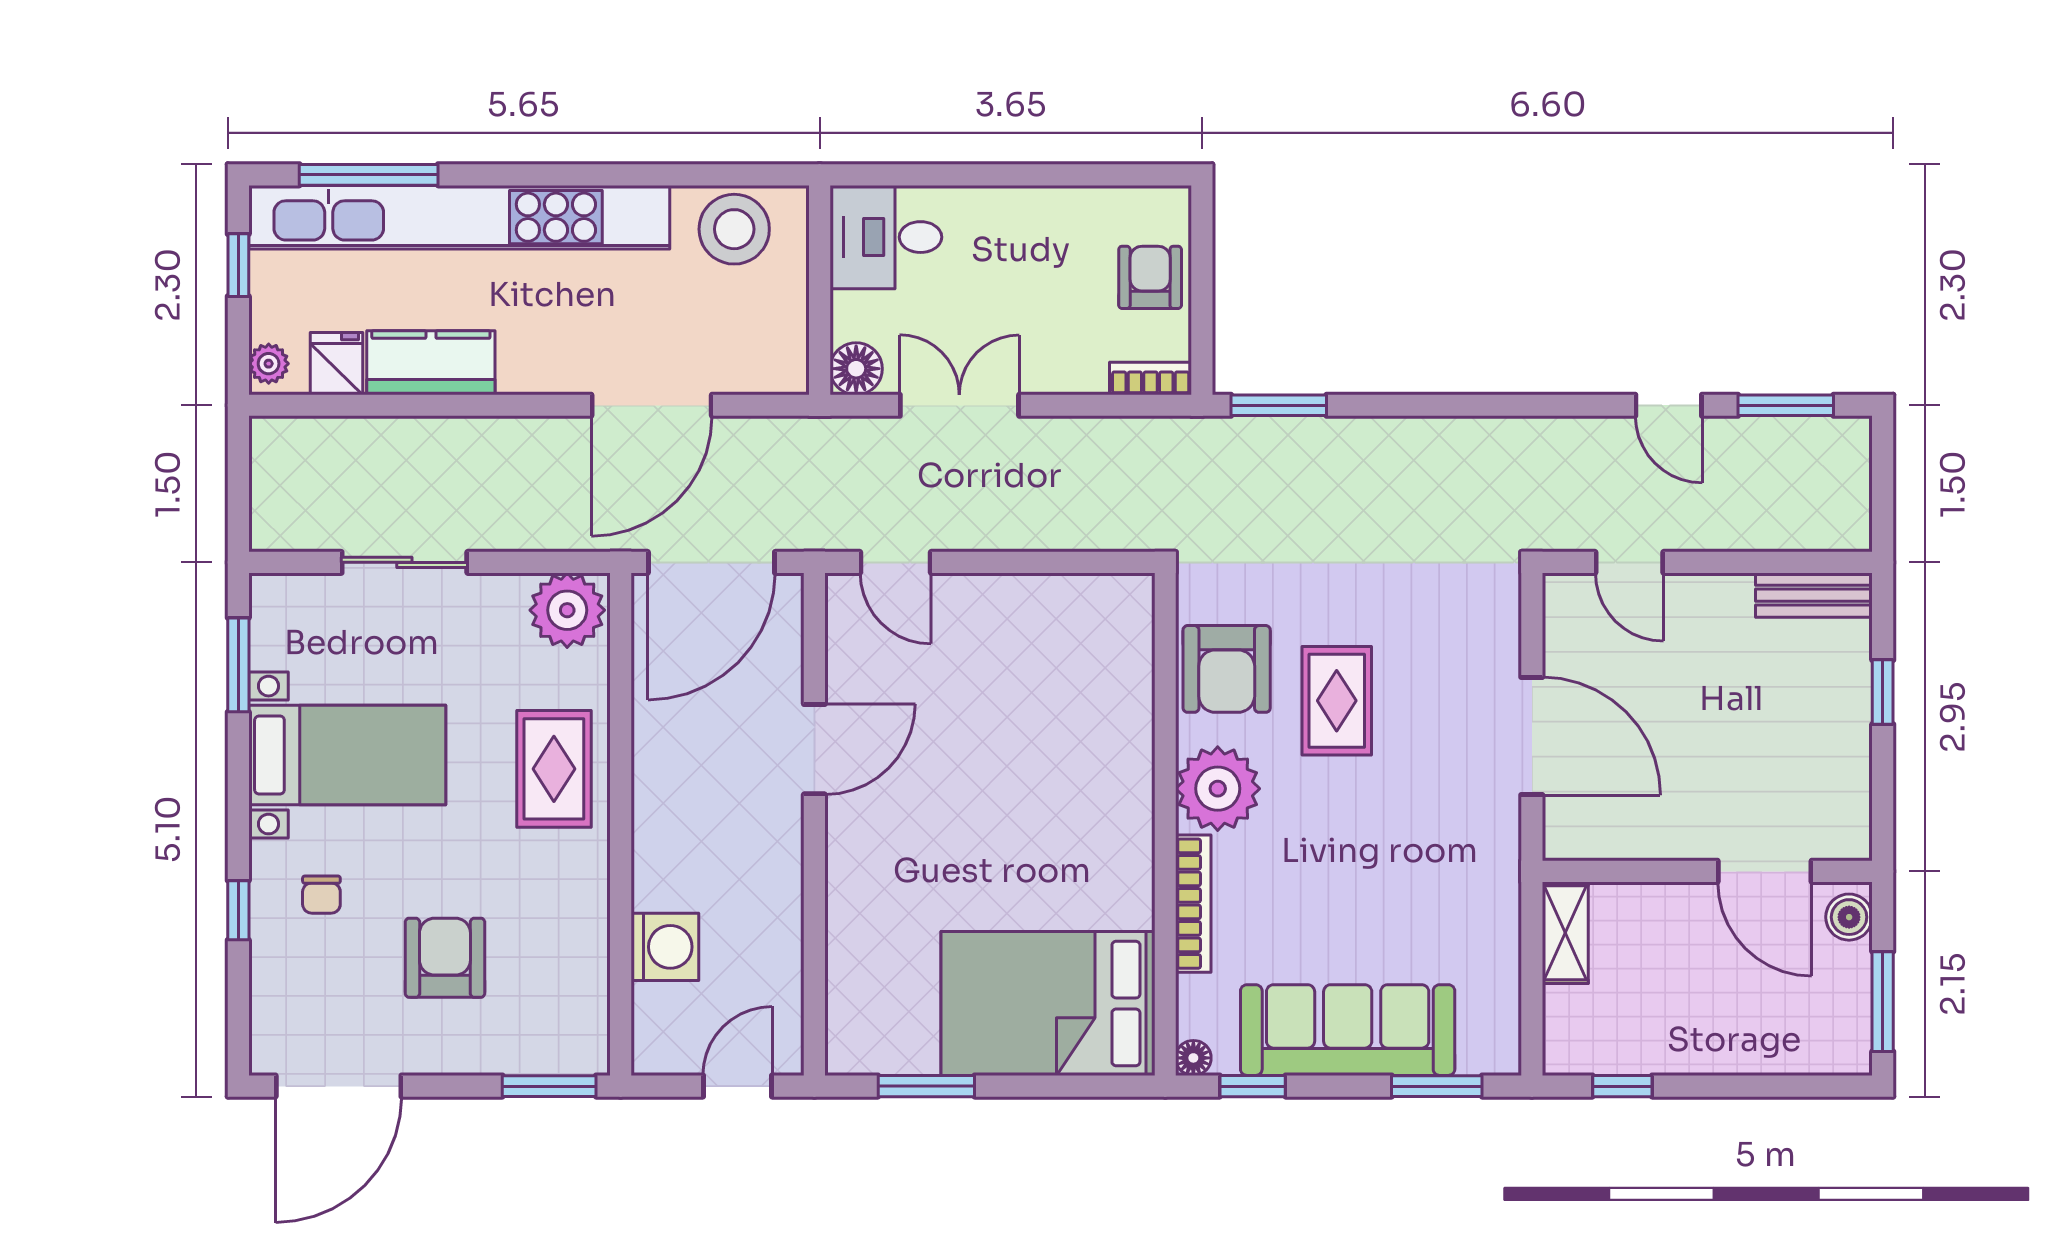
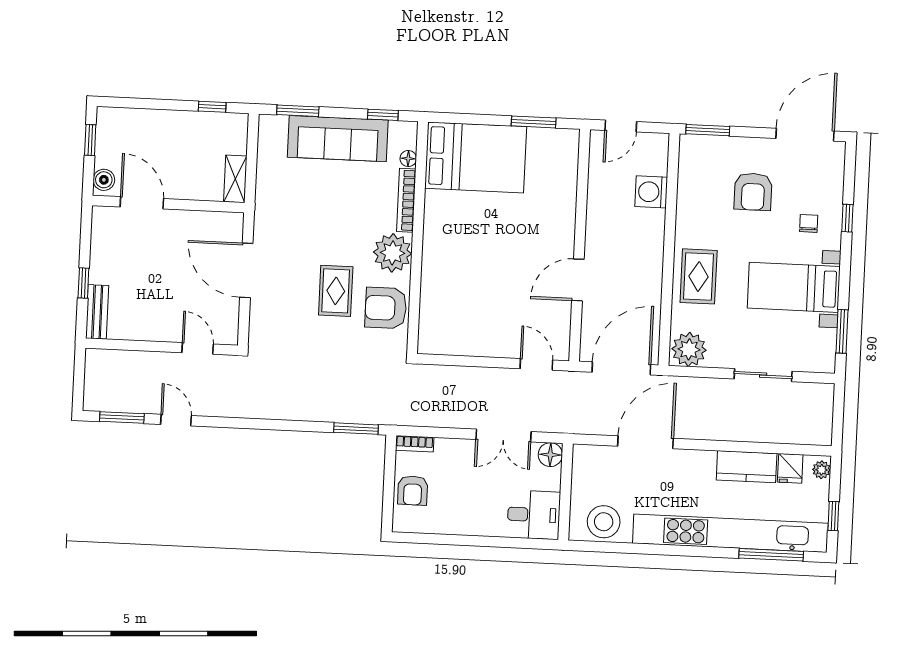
bench: (1814, 595) -> (97, 312), moved, turned 90
armchair: (1227, 669) -> (386, 308), turned -90
window: (1883, 1002) -> (90, 140), width x0.67
floor lamp: (1193, 1058) -> (408, 158), moved

